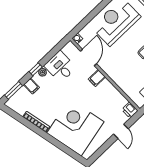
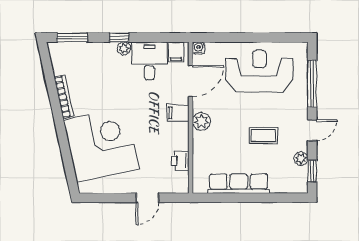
plant: (112, 71) -> (201, 121), added
filing cabinet: (31, 86) -> (176, 52), moved
printer: (130, 110) -> (180, 161), moved

